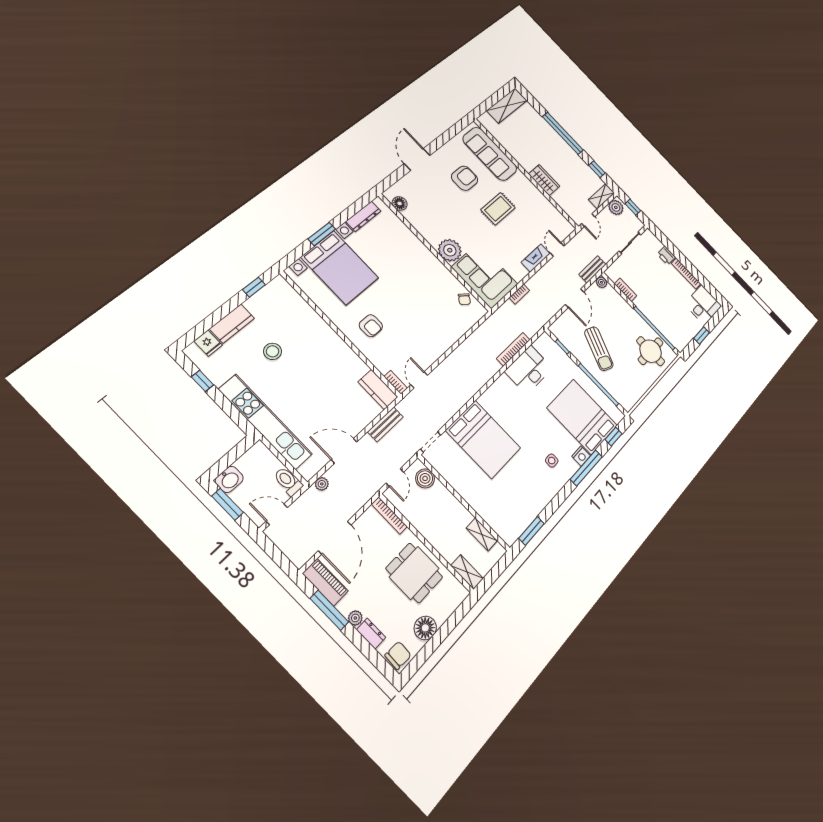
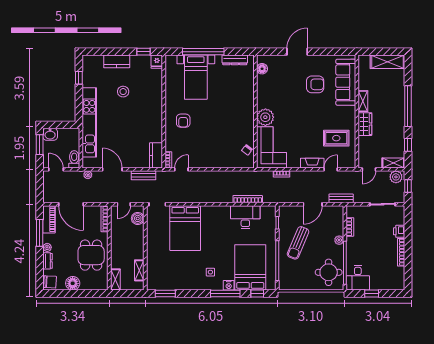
shelving: (522, 160) -> (363, 101), added
rug: (498, 209) -> (336, 138), moved
window: (322, 234) -> (203, 52), width x2.11
bed with nightstands: (340, 268) -> (196, 77), width x0.73
plant: (602, 282) -> (339, 240), moved
desk: (703, 305) -> (358, 278), moved, turned 90
fridge: (208, 343) -> (157, 62), moved
door: (335, 538) -> (71, 204), hinge flipped

